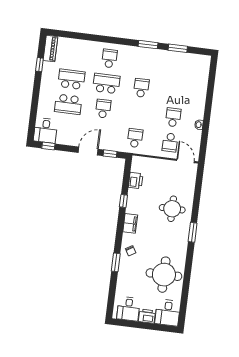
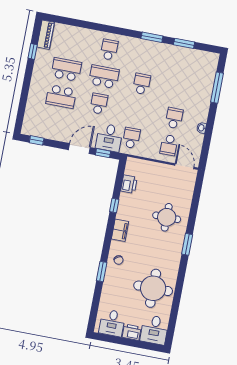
window: (211, 87) -> (217, 88), added
desk: (46, 130) -> (109, 138), moved

